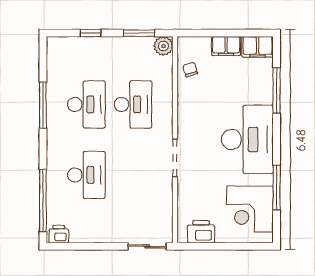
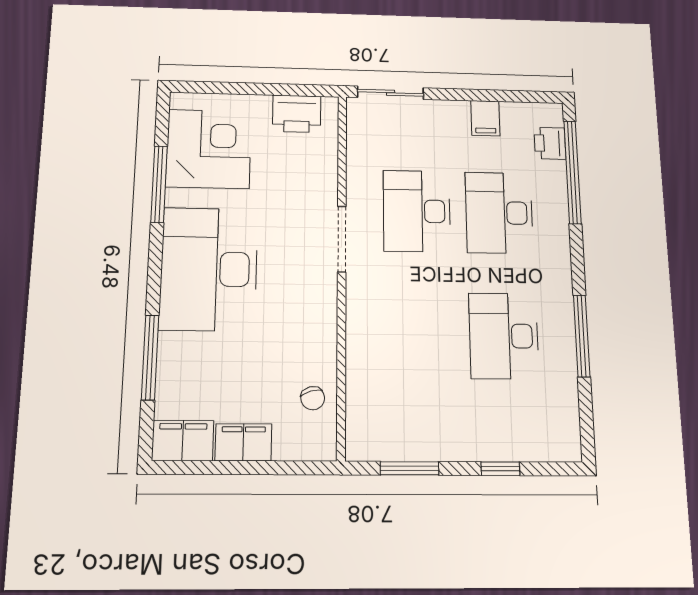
plant: (163, 46) -> (363, 443), removed
desk: (133, 104) -> (417, 211), moved
filing cabinet: (92, 232) -> (485, 118), added
printer: (59, 234) -> (550, 143), moved, turned 90

